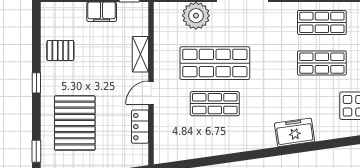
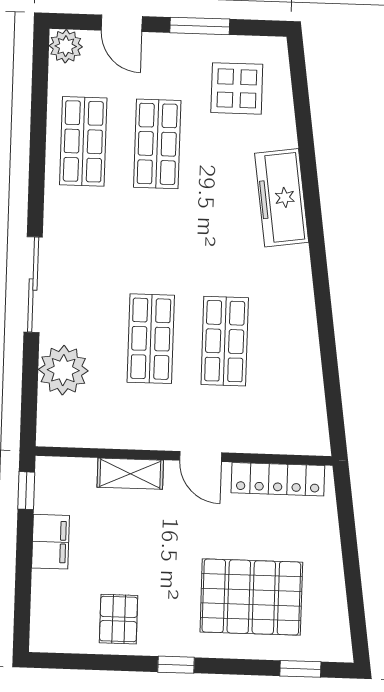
shop shelf: (215, 63) -> (151, 339), width x0.70, depth x0.74
locker: (140, 127) -> (278, 479), width x1.53
freezer: (295, 132) -> (282, 198), width x1.40

